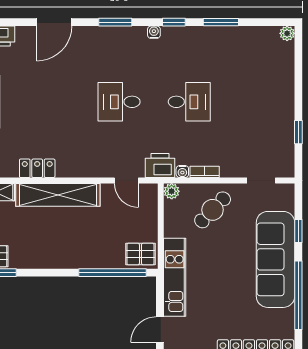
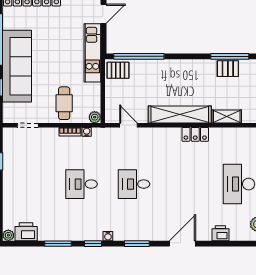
desk: (119, 102) -> (134, 184), turned 180
printer: (160, 166) -> (26, 232), moved, turned 180
cafe table: (213, 210) -> (64, 103), turned -44

